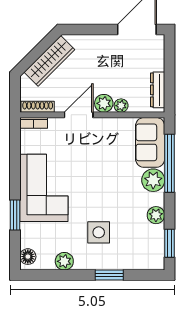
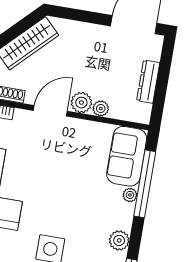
dresser: (158, 90) -> (148, 82), moved
plant: (153, 180) -> (130, 195), width x0.53, depth x0.53

